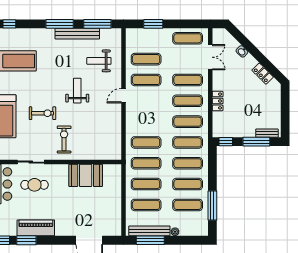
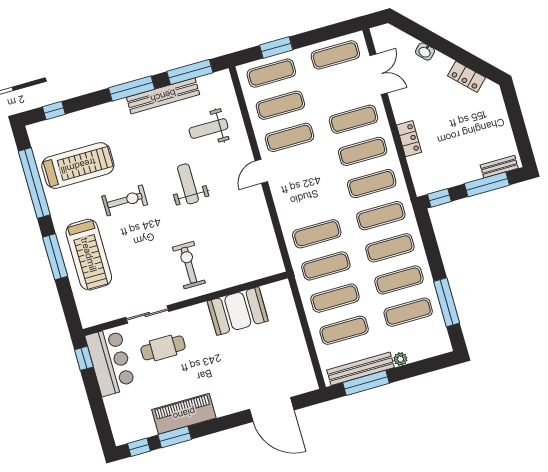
exercise mat: (146, 38) -> (271, 73), added
exercise bike: (43, 113) -> (125, 200), moved

